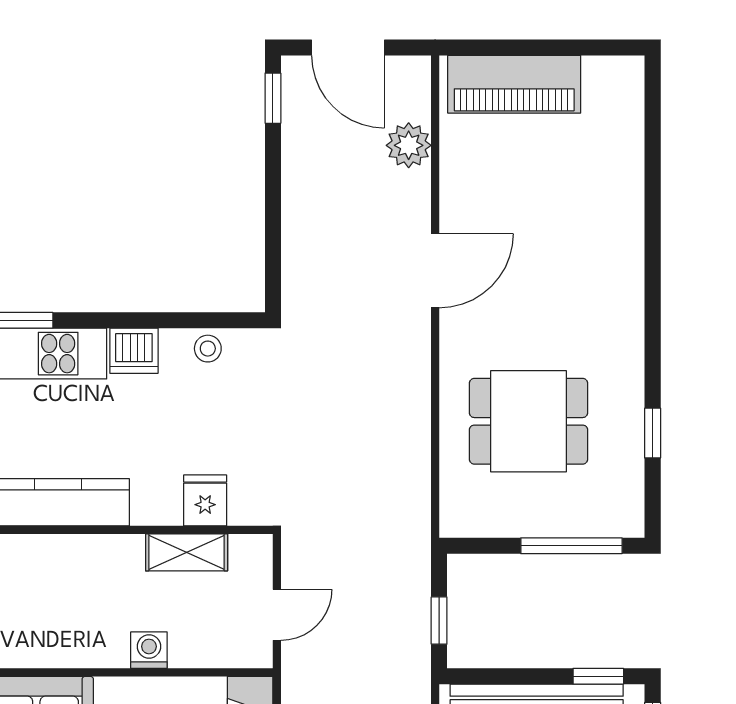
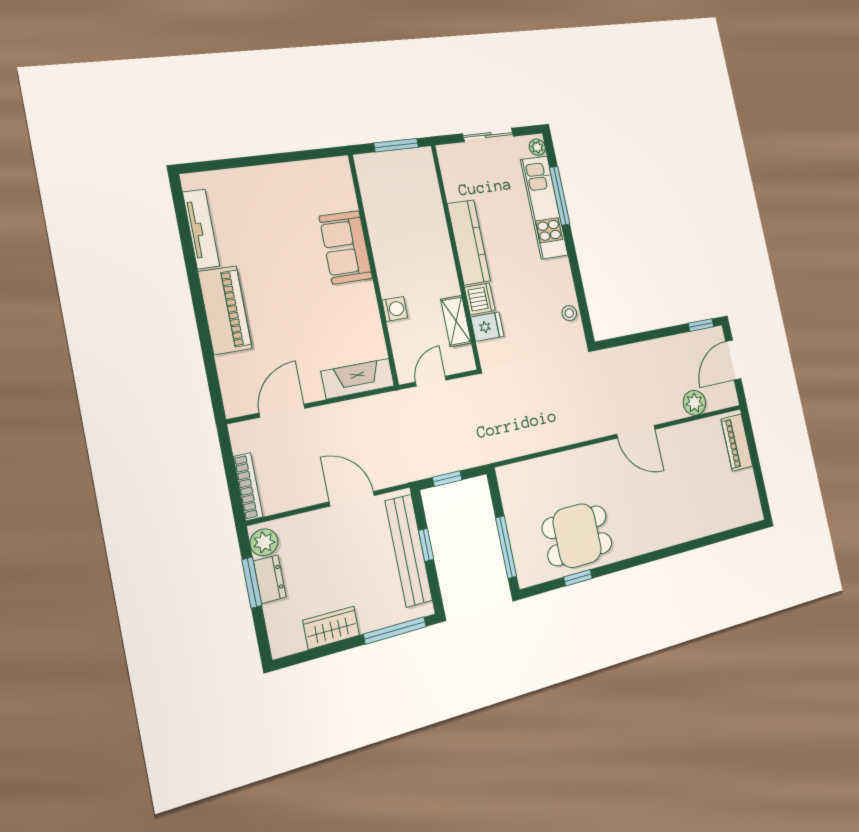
piano: (514, 84) -> (737, 442), width x0.73, depth x0.75
dishwasher: (134, 351) -> (480, 299), moved, turned 180
dining table: (529, 421) -> (577, 536), moved, turned 90
door: (277, 615) -> (431, 381), swing flipped
window: (598, 676) -> (426, 545), moved

